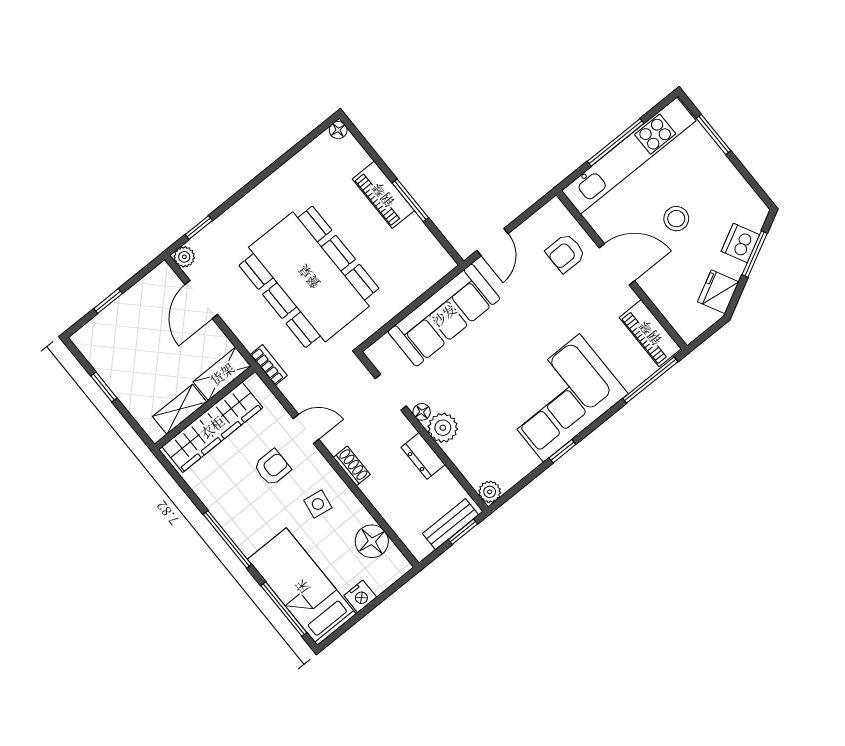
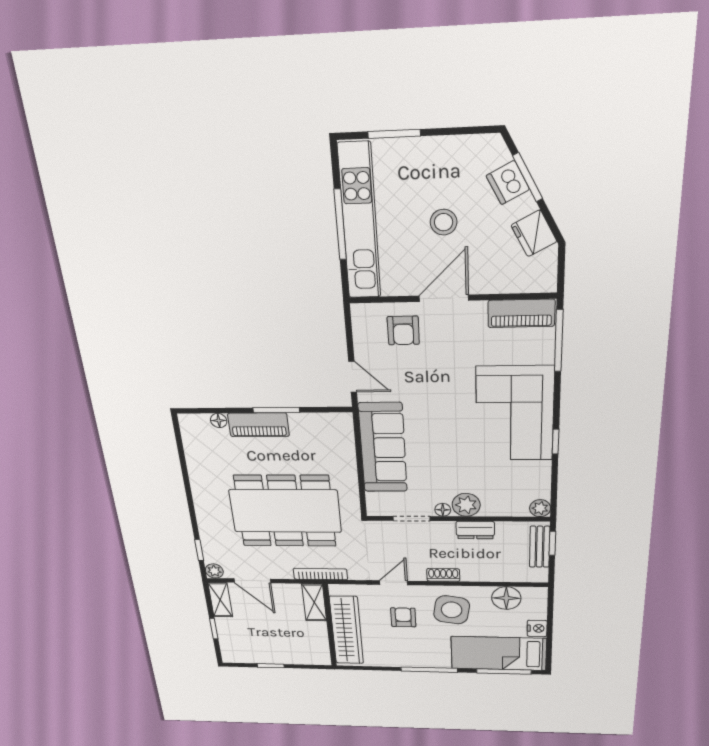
floor lamp: (338, 130) -> (219, 420), moved
bookcase: (269, 365) -> (320, 574), width x1.56
shelving: (180, 409) -> (220, 600), moved
side table: (318, 504) -> (452, 610), width x1.87, depth x1.87

